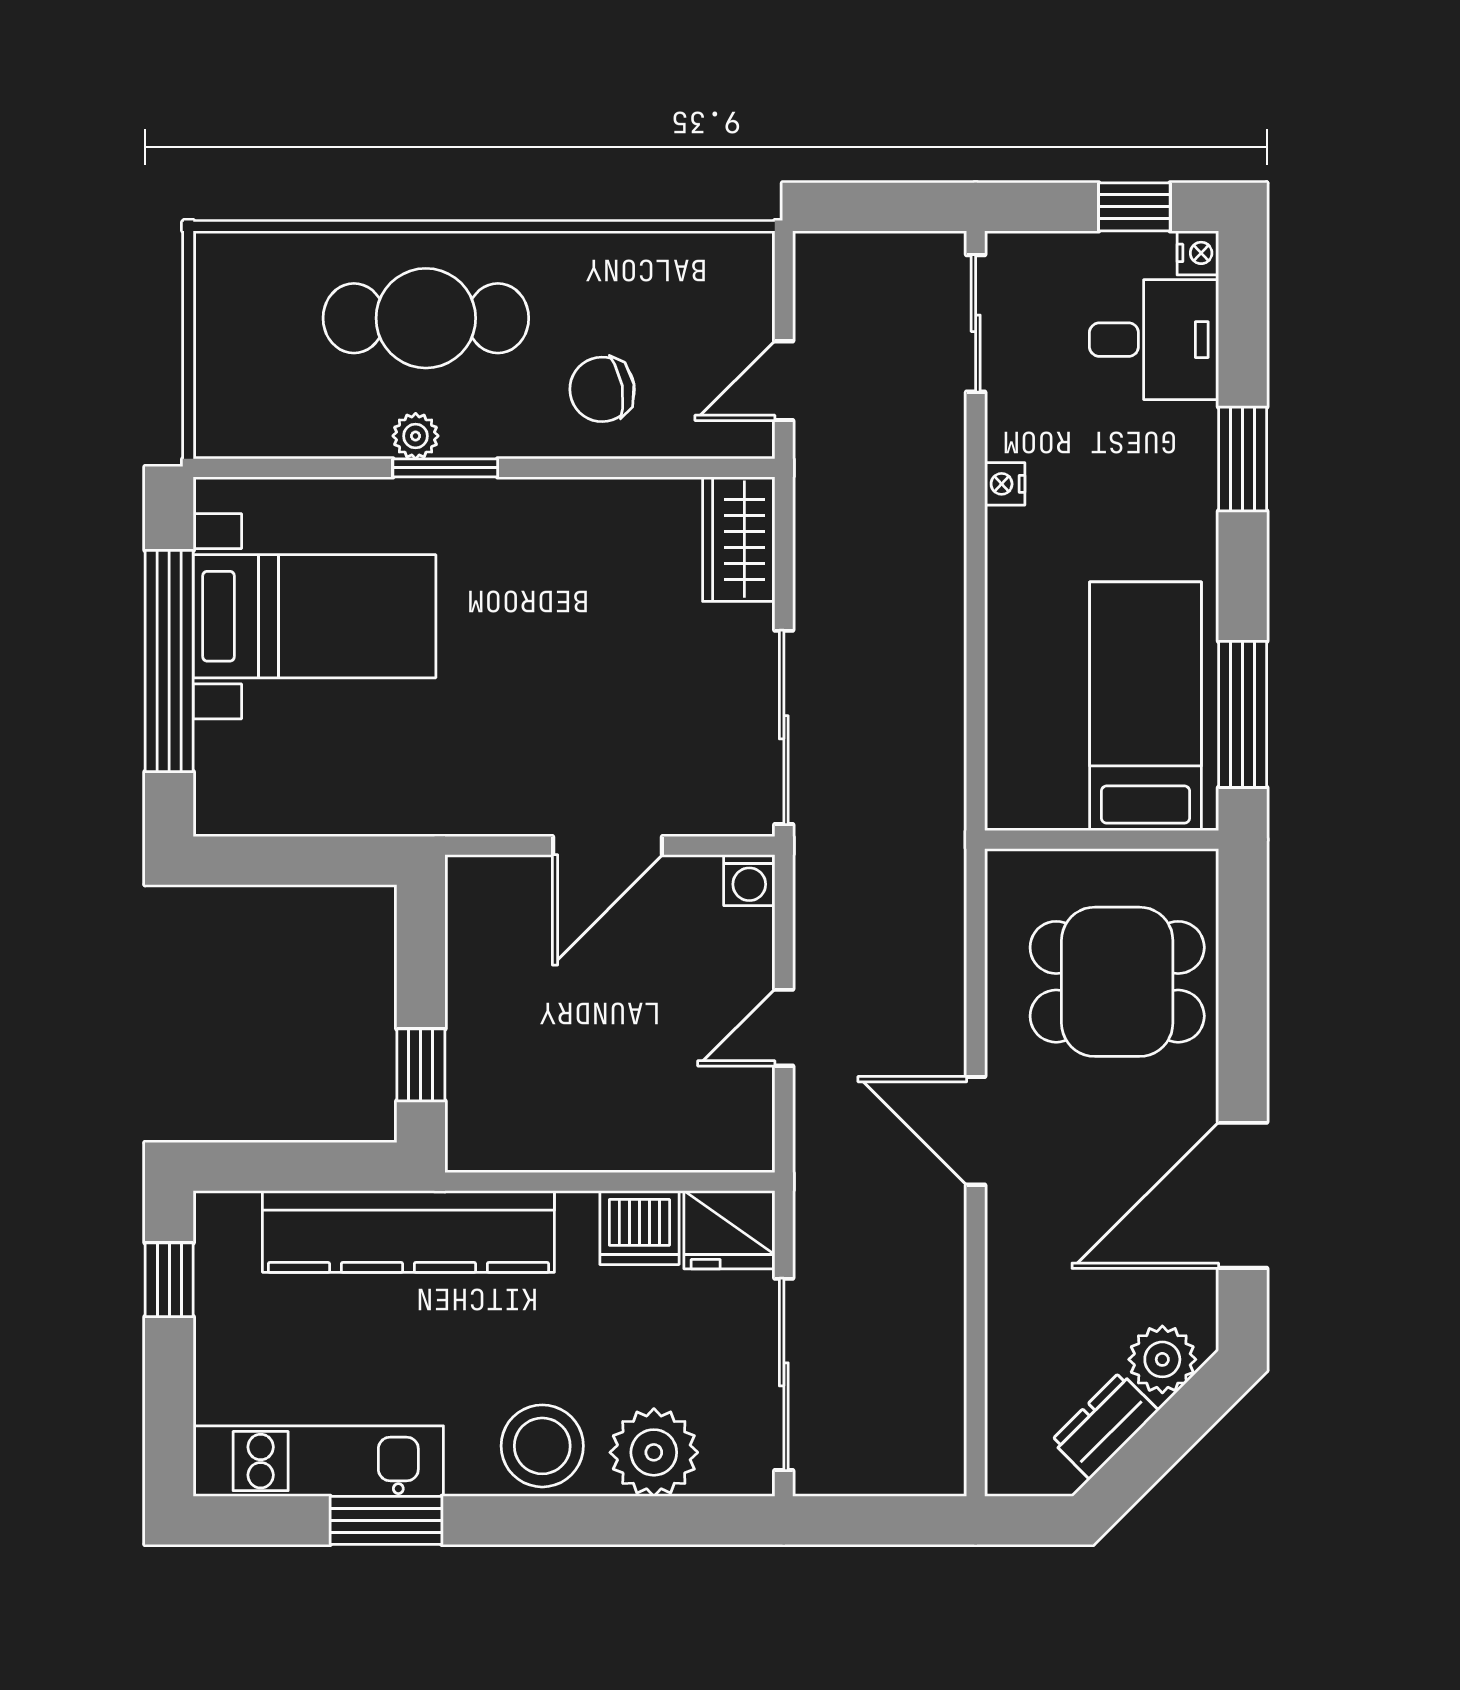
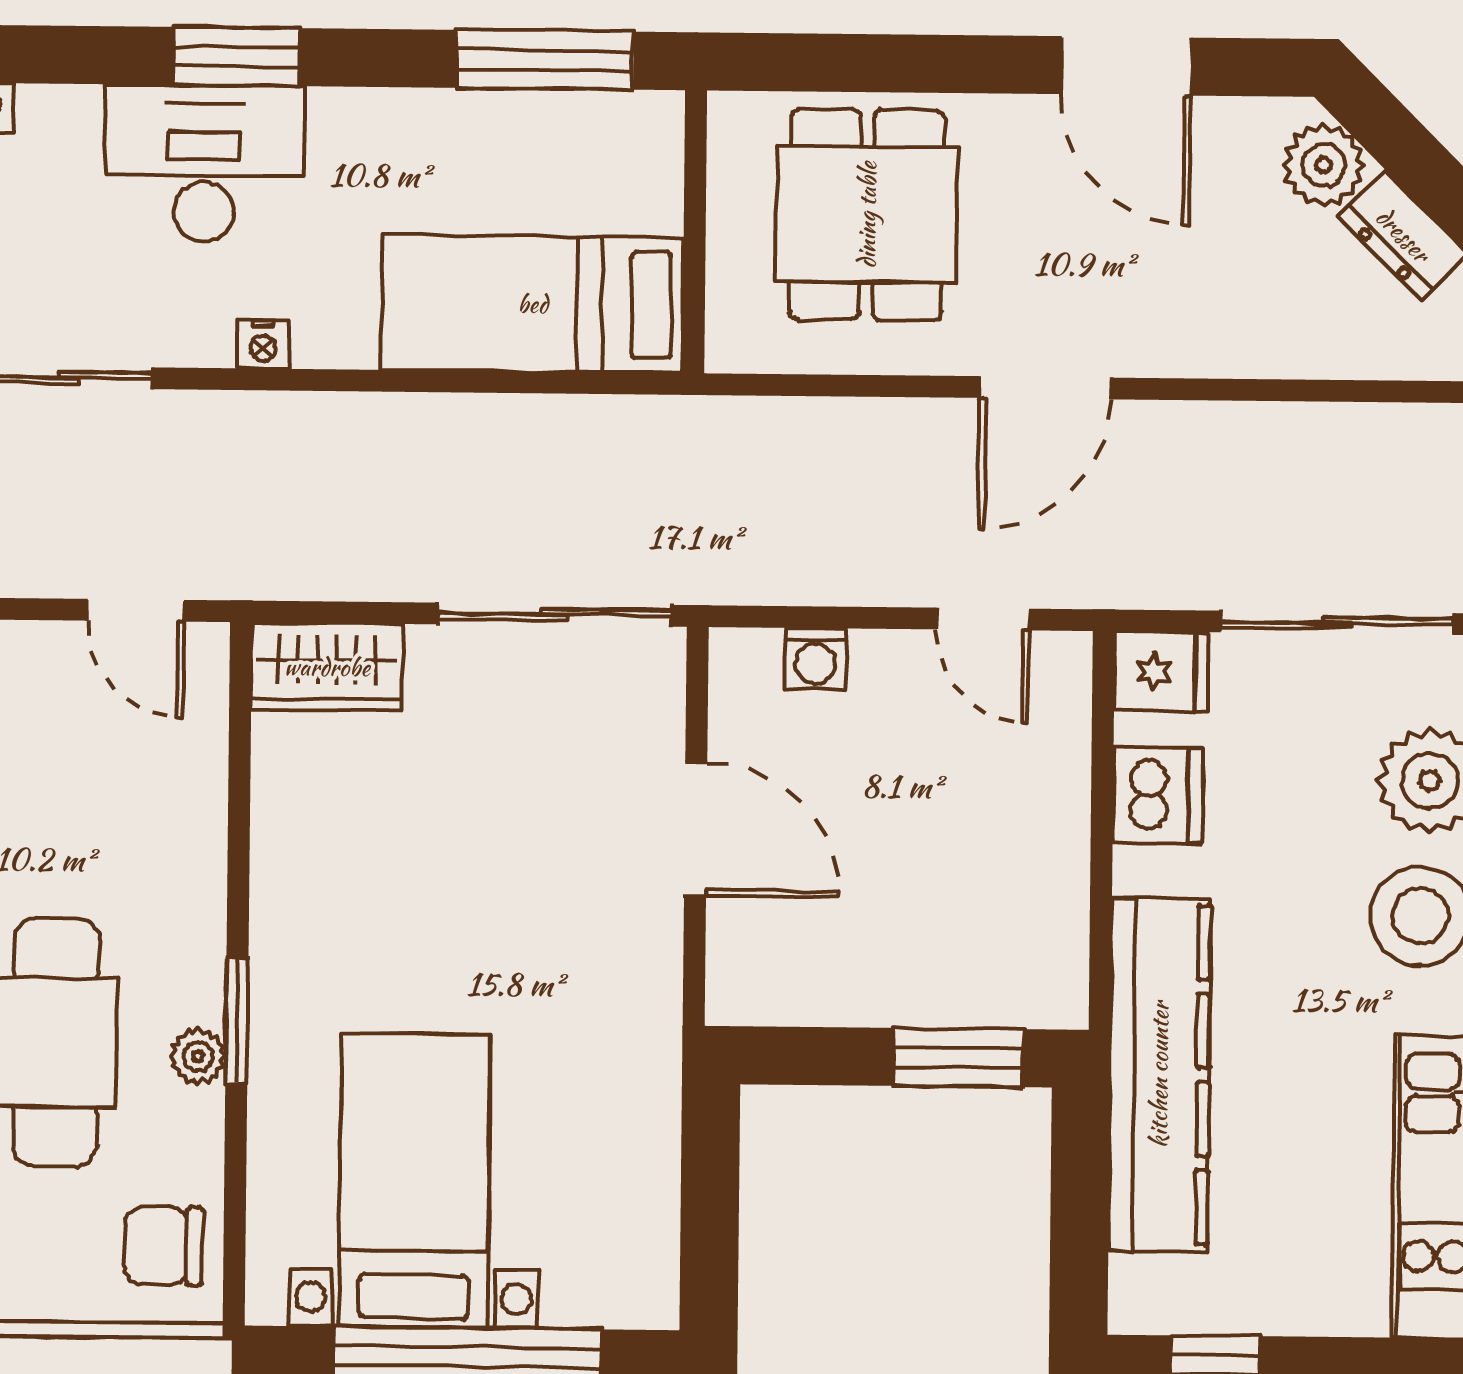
desk: (1154, 340) -> (204, 163), moved, width x1.37
chair: (602, 389) -> (163, 1246), moved, turned 100
bed: (1146, 706) -> (533, 304), moved
washing machine: (749, 880) -> (815, 659), moved, turned 90
door: (784, 1028) -> (983, 619), moved
window: (421, 1065) -> (958, 1058), width x1.50
door: (1243, 1195) -> (1126, 66), width x0.73
fridge: (729, 1230) -> (1162, 672), width x0.72

